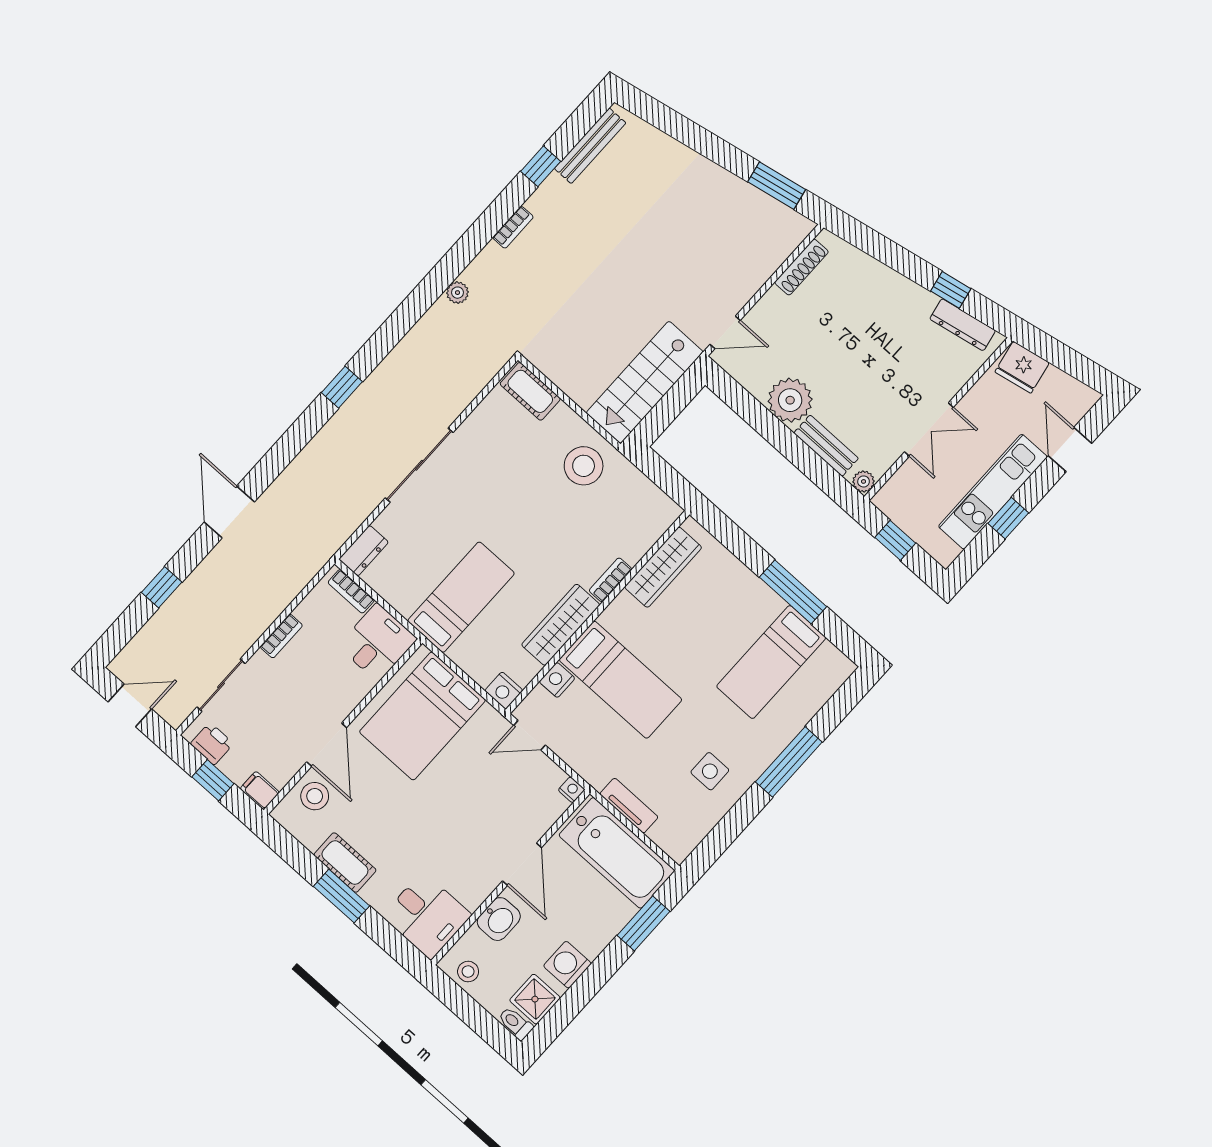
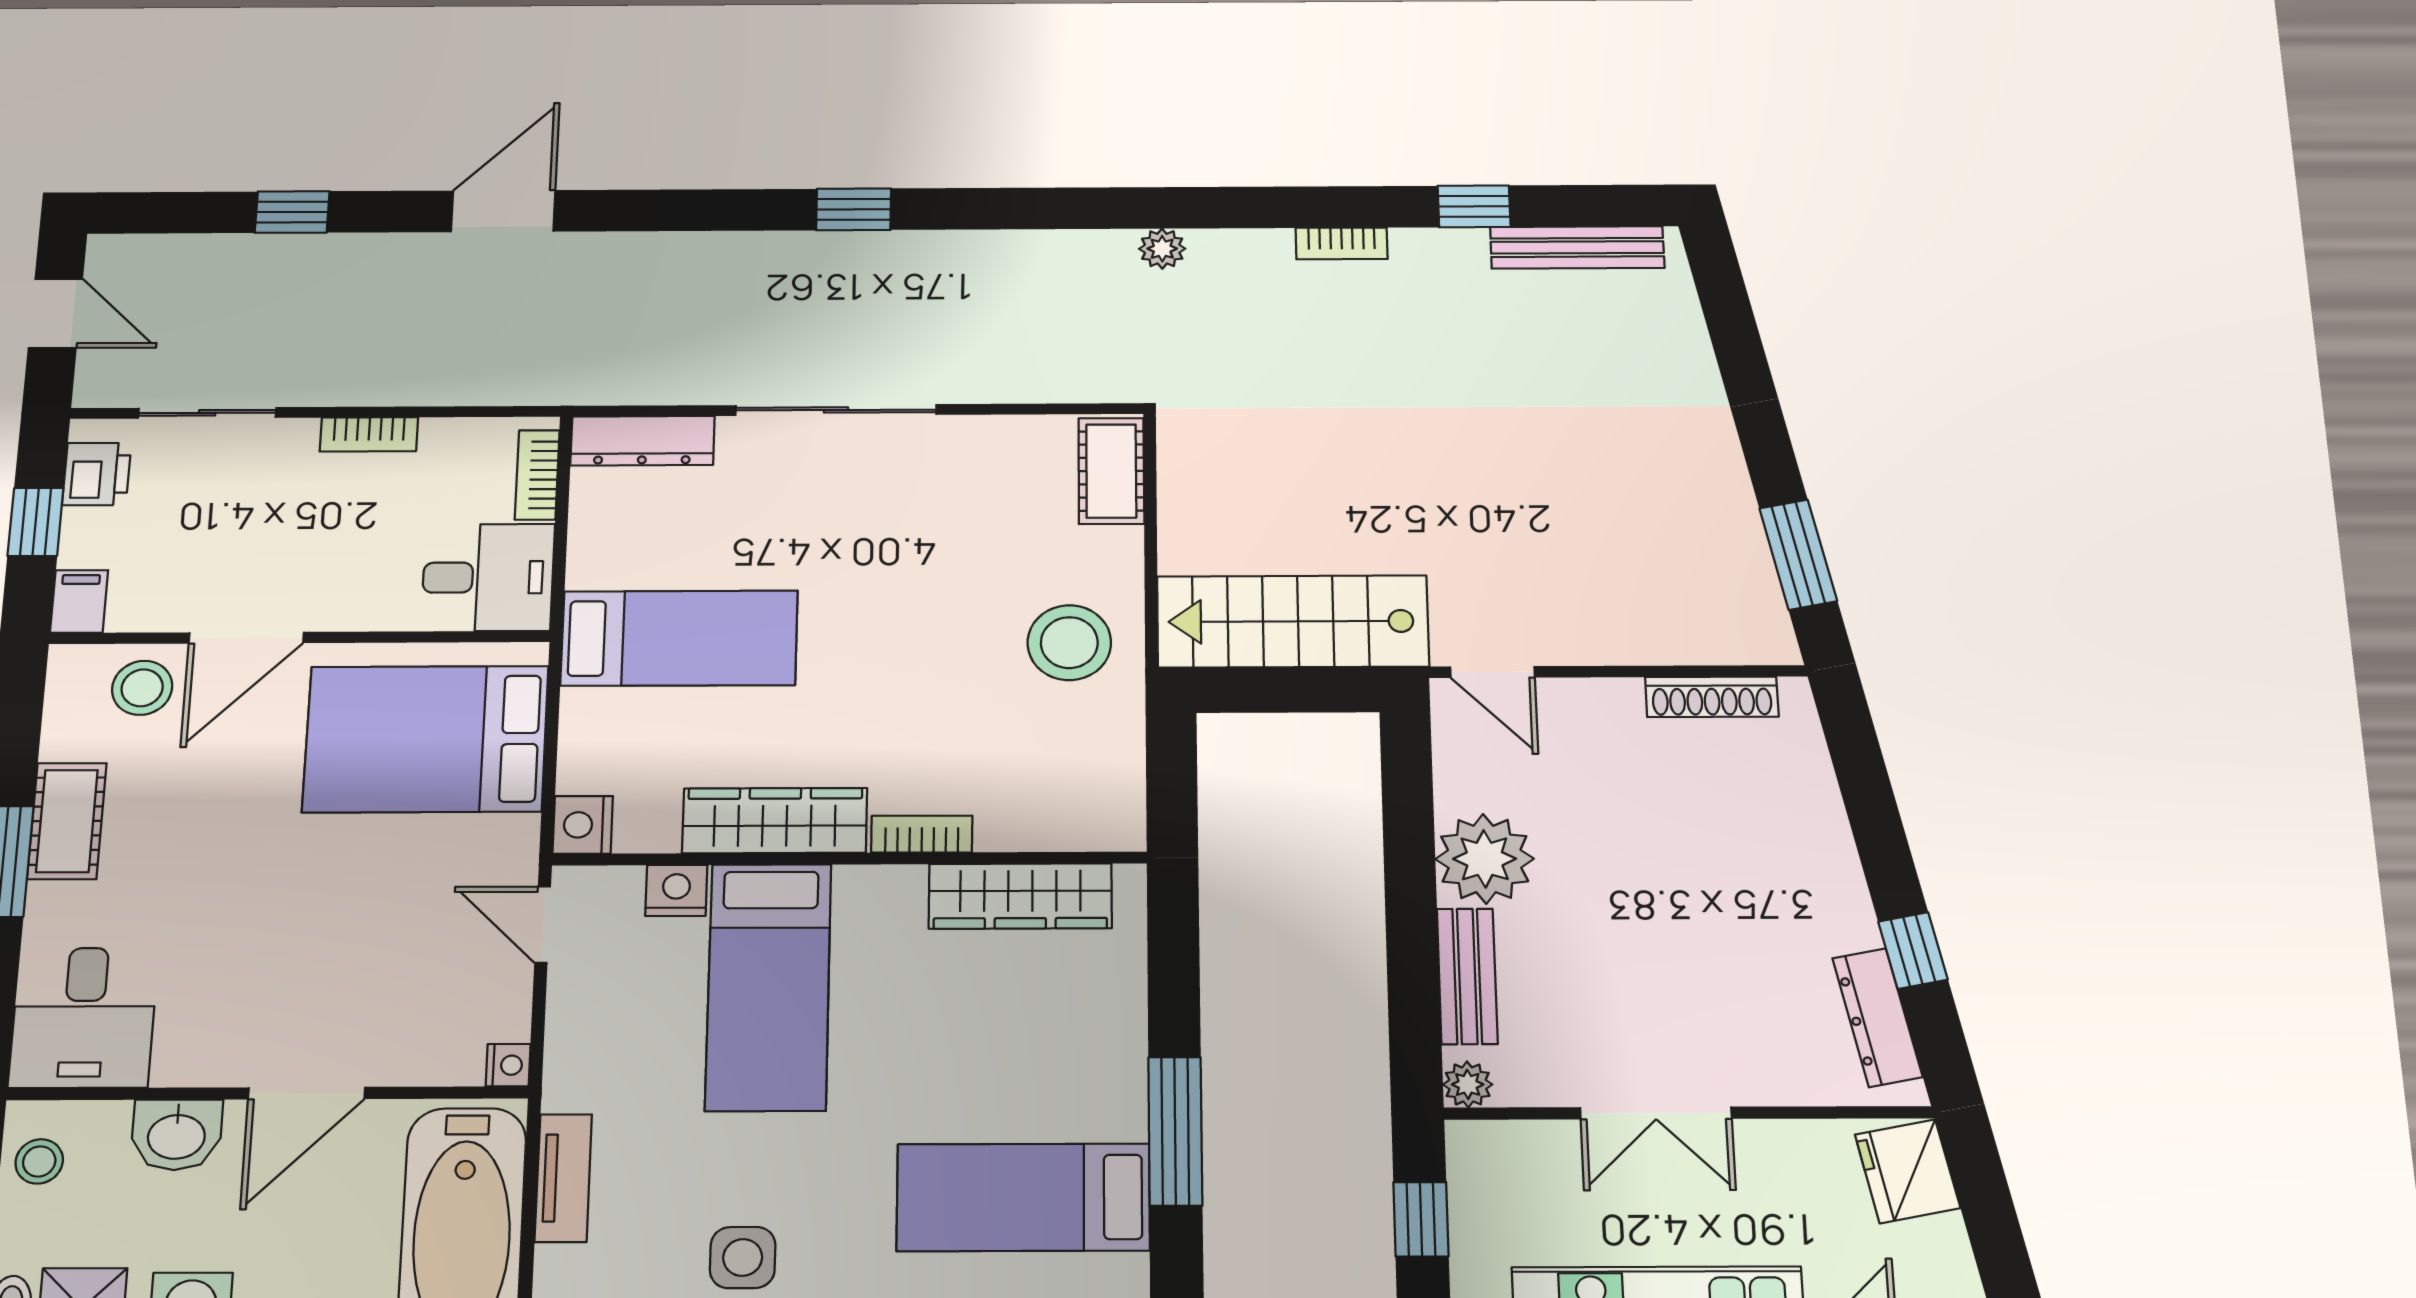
dresser: (364, 551) -> (643, 441), width x1.44

